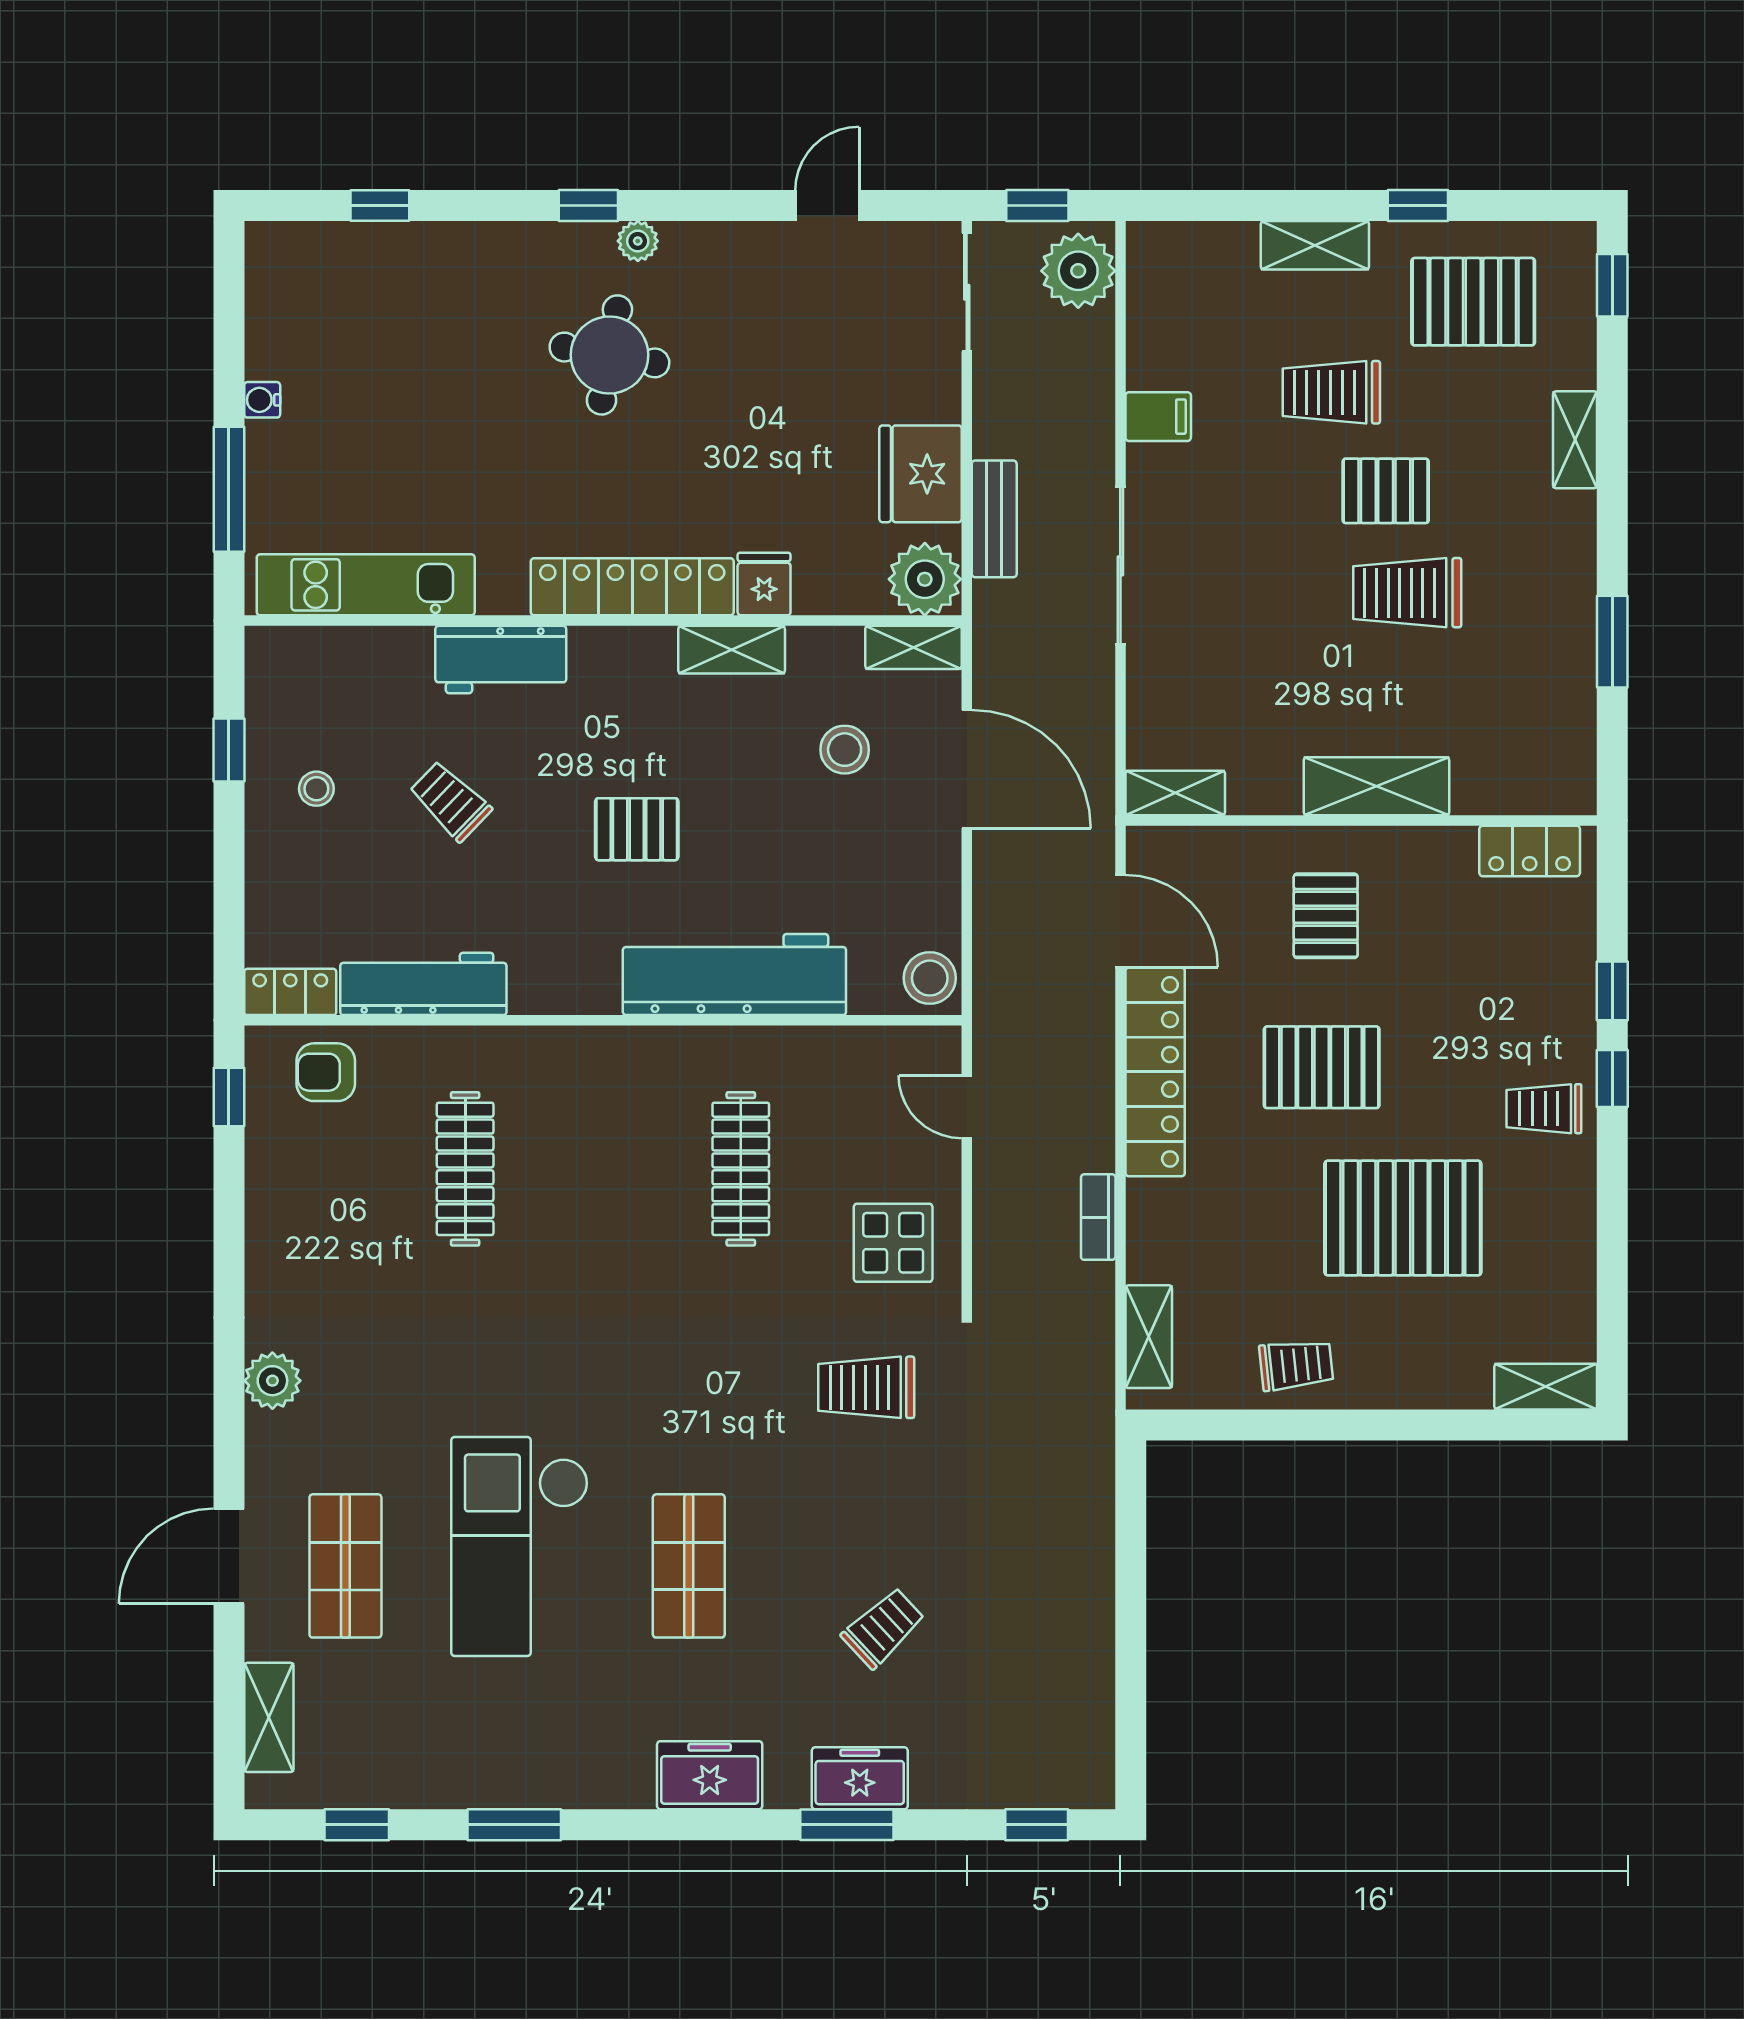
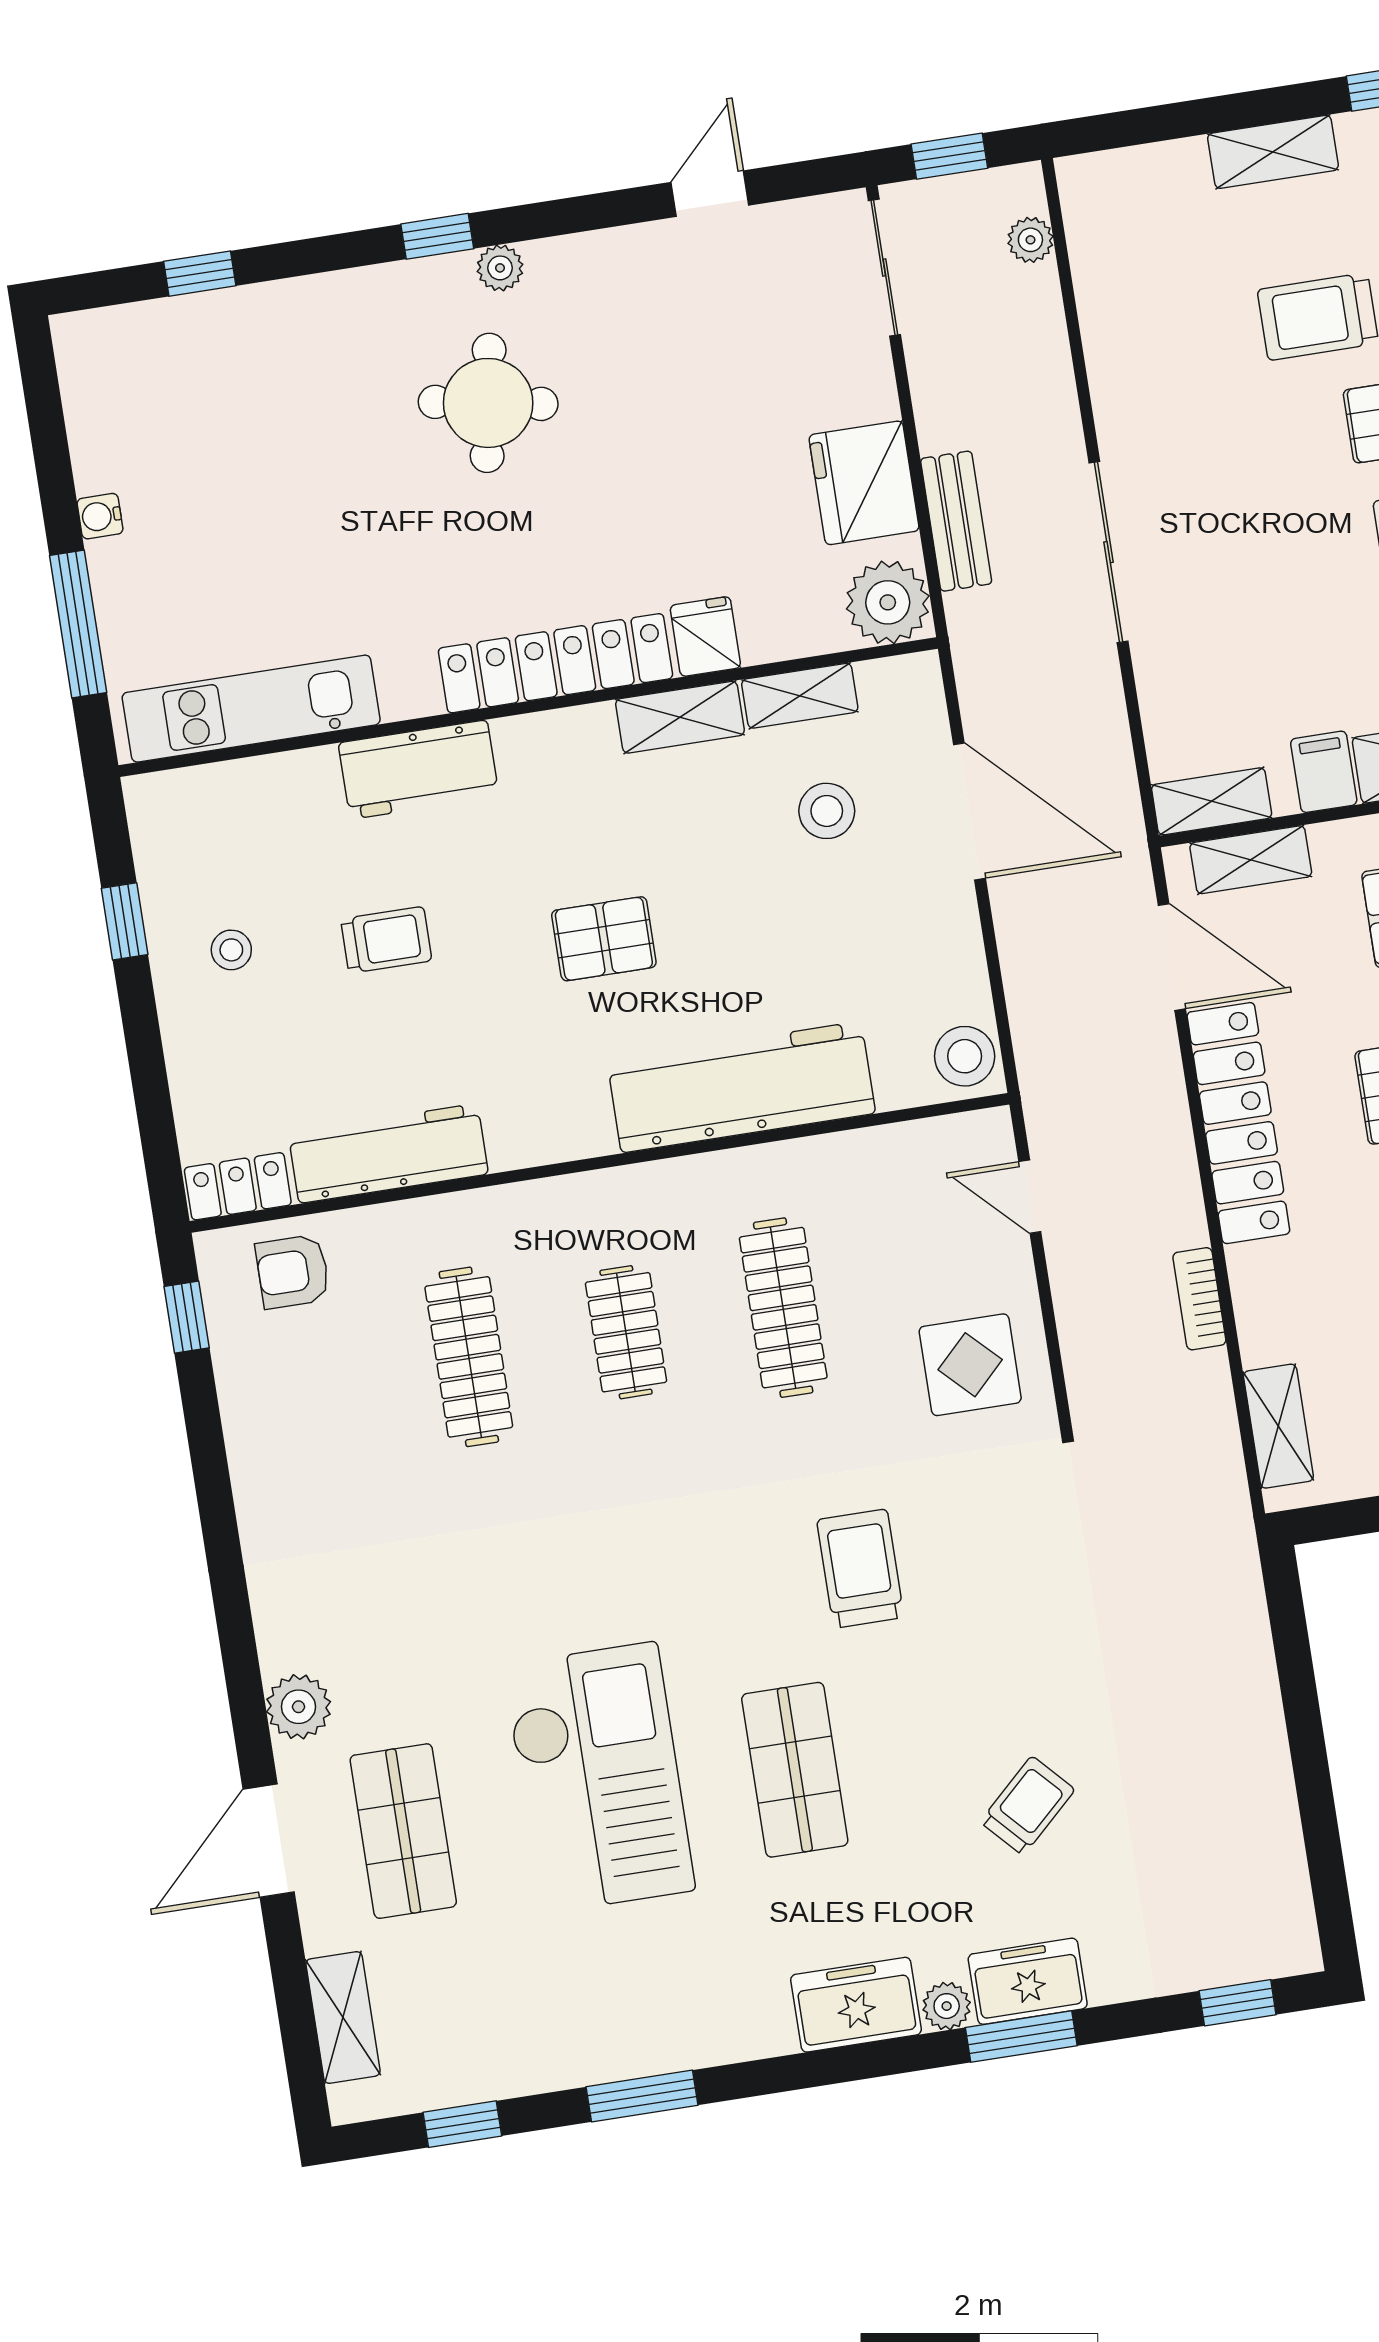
plant: (1078, 271) -> (1030, 240), width x0.53, depth x0.53
filing cabinet: (1158, 417) -> (1324, 772), moved, turned -90
shelving: (913, 647) -> (800, 696), moved
trolley: (450, 801) -> (386, 940), turned 136
shelving: (1201, 848) -> (1251, 860), added
clothes rail: (603, 1169) -> (626, 1332), added
plant: (272, 1381) -> (299, 1707), moved
trolley: (866, 1387) -> (860, 1569), moved, turned 90
checkout: (520, 1546) -> (599, 1778), turned 180
plant: (787, 1789) -> (947, 2006), added

